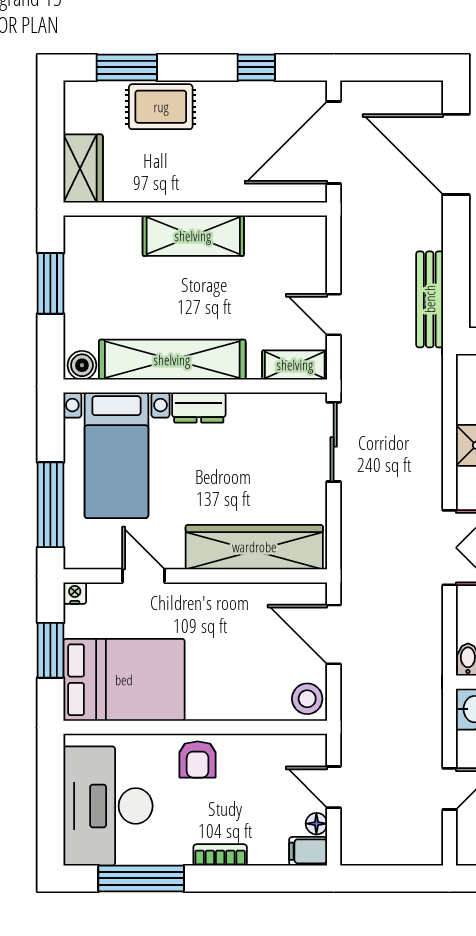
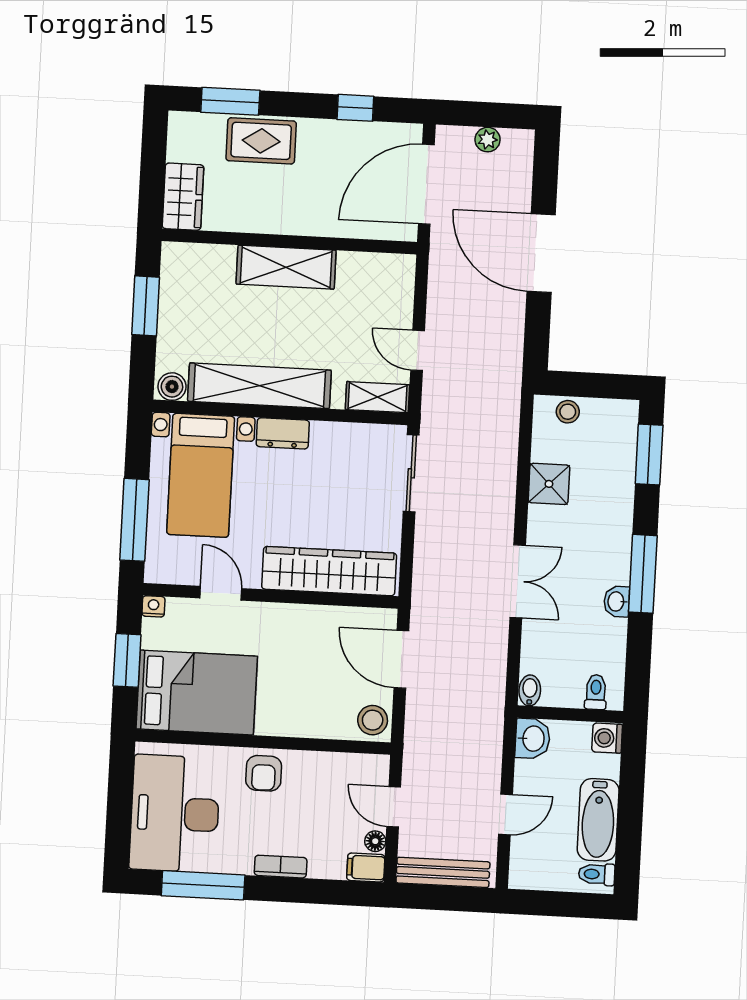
plant: (394, 93) -> (488, 140), added
door: (456, 154) -> (541, 253), moved
bench: (430, 299) -> (443, 872), moved, turned 90

